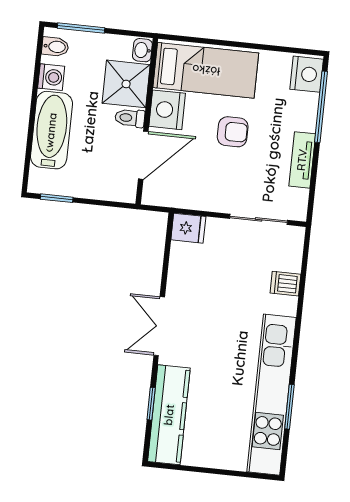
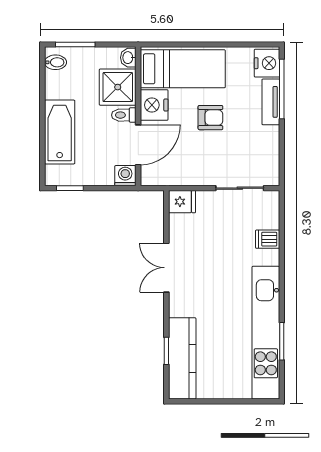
washing machine: (51, 77) -> (125, 176), moved, turned -90
tv unit: (302, 160) -> (271, 102), moved
double door: (159, 326) -> (166, 268), moved

